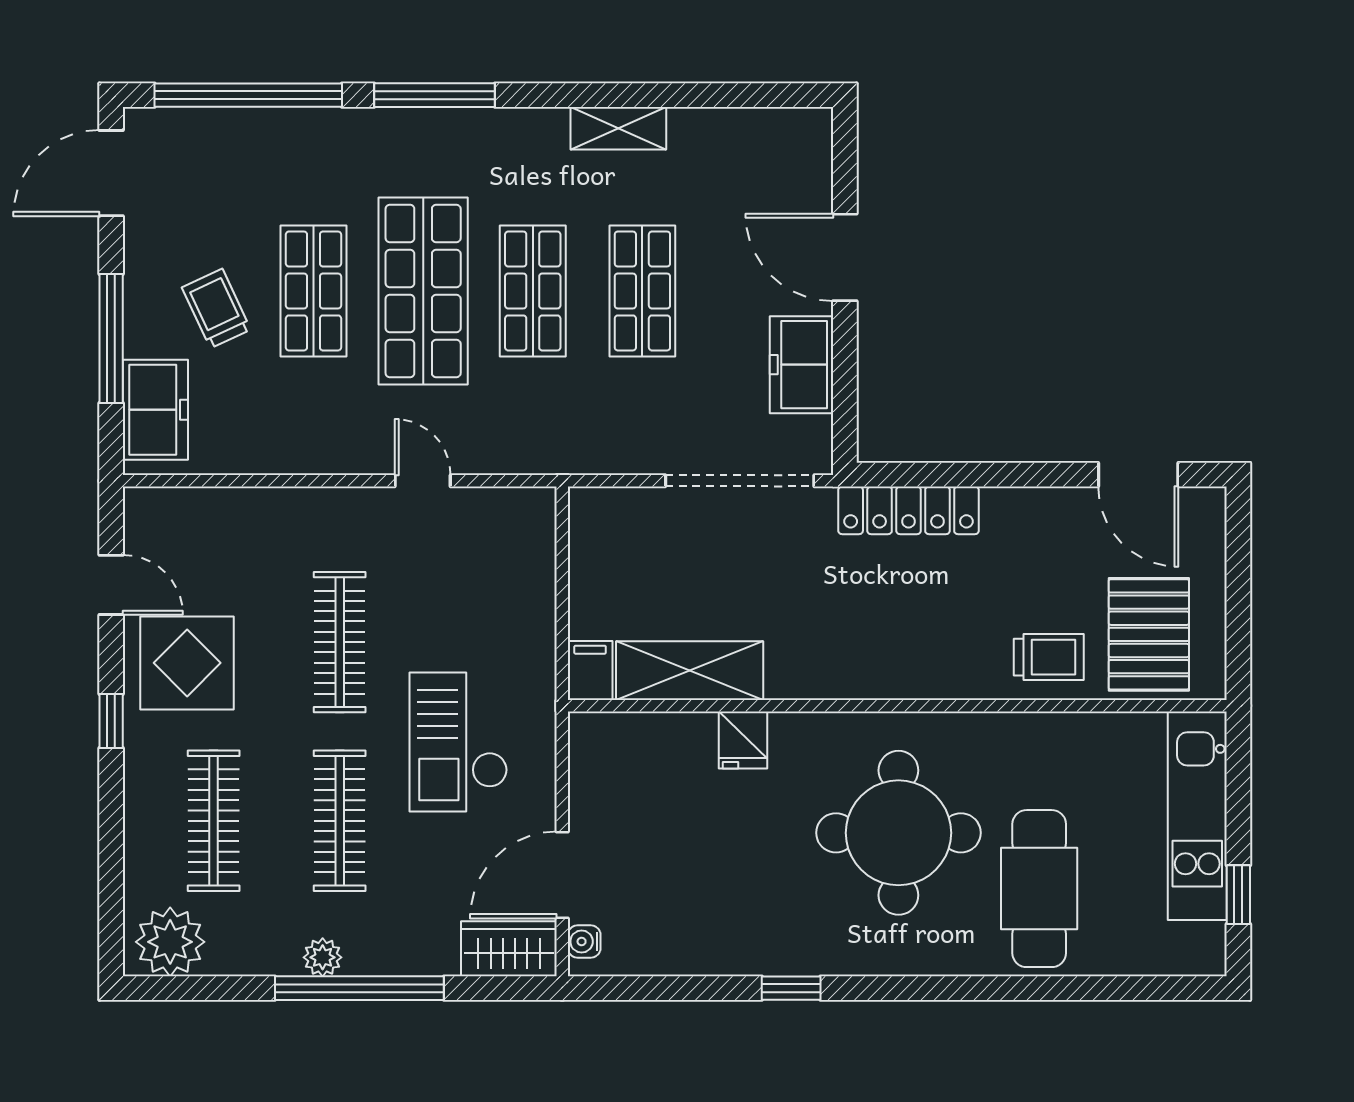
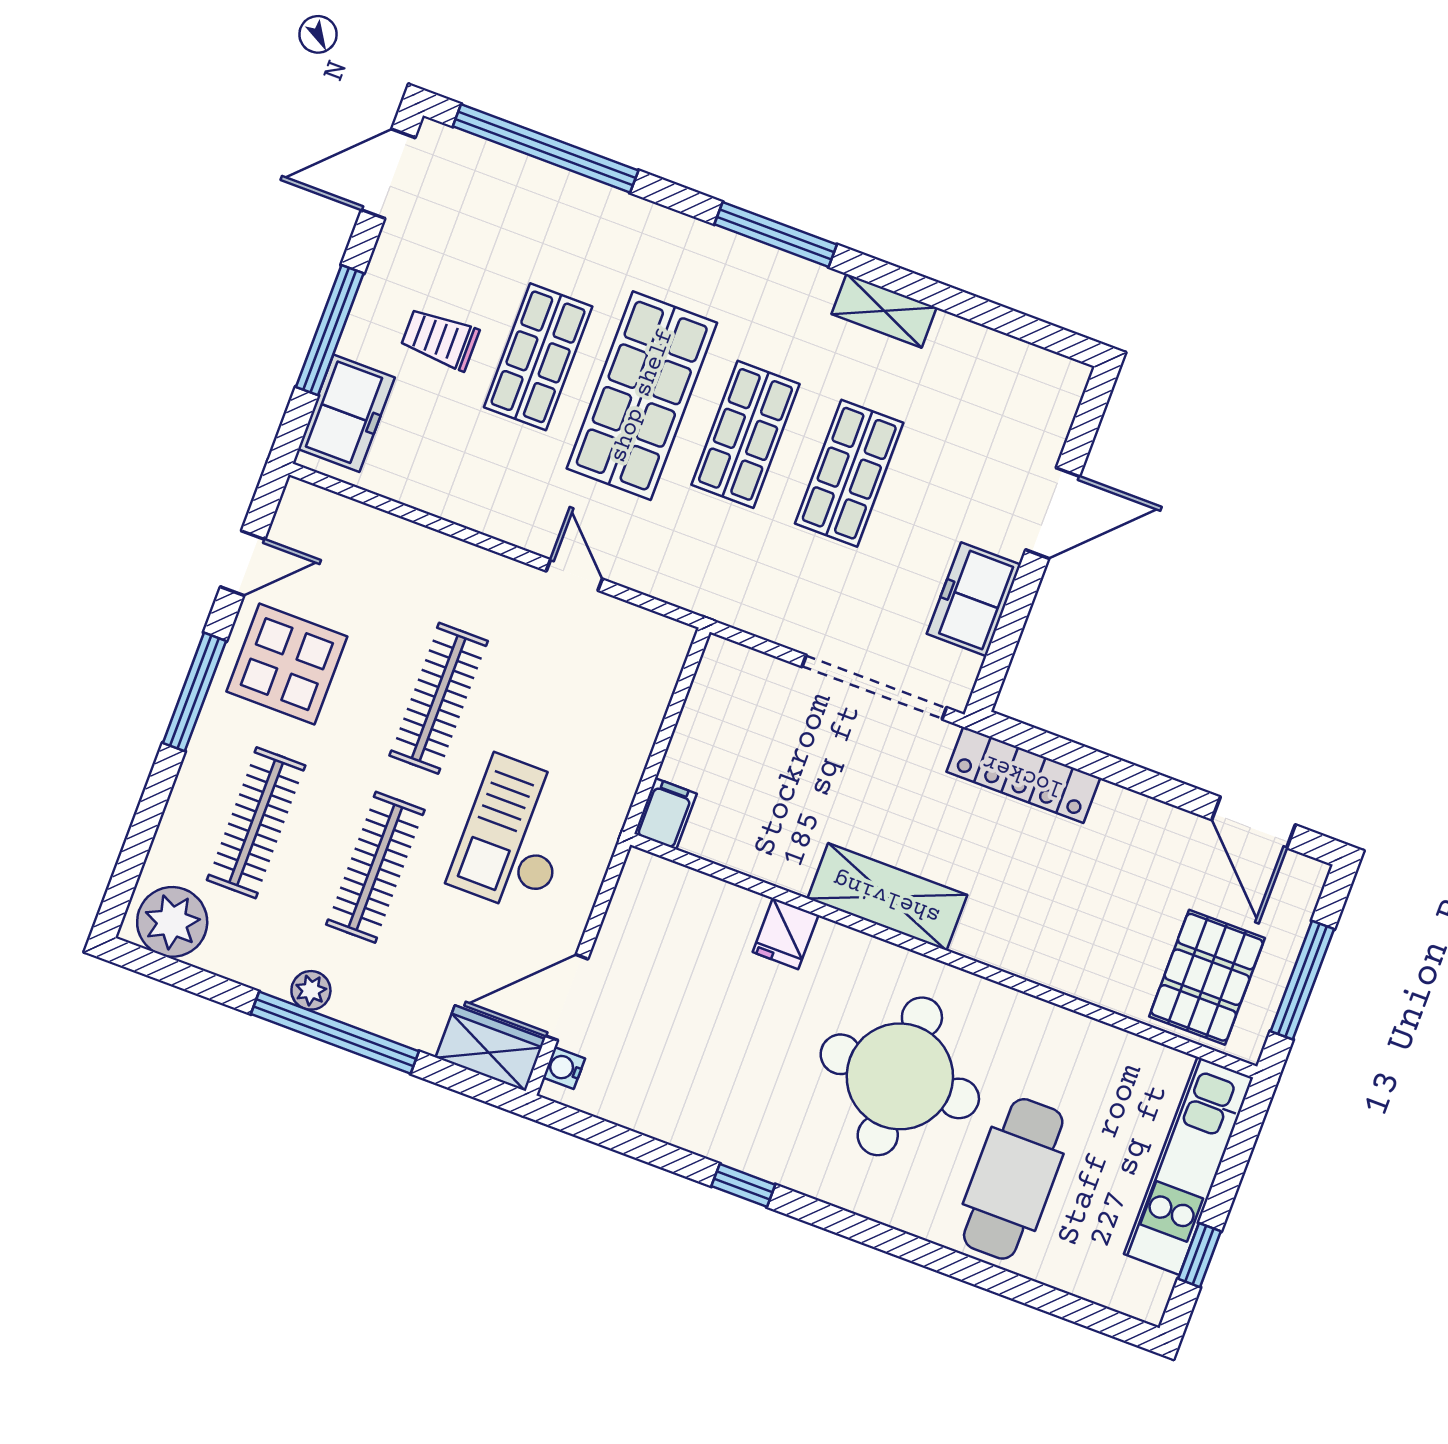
window: (434, 95) -> (776, 234), moved
door: (845, 257) -> (1053, 513), swing flipped
trolley: (216, 308) -> (440, 339), turned -65
door: (111, 585) -> (243, 563), hinge flipped
window: (1238, 604) -> (1302, 980), added
trolley: (1049, 657) -> (1104, 963), removed
shelving: (690, 671) -> (887, 897), moved
window: (111, 721) -> (194, 692), width x2.17

